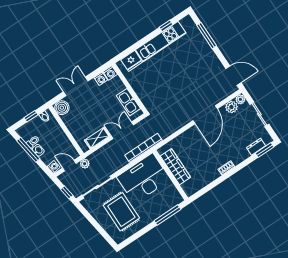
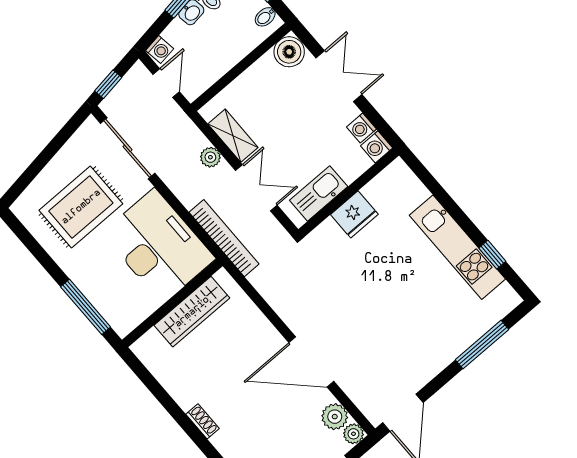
fridge: (132, 61) -> (354, 214), moved, turned -90
plant: (85, 164) -> (210, 157), moved

